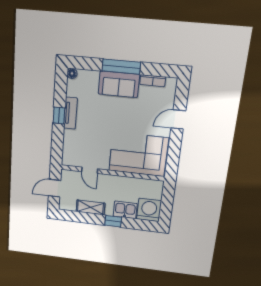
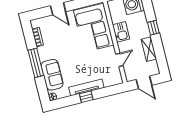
sofa: (119, 84) -> (52, 75), moved
tv unit: (70, 113) -> (86, 87), width x1.41
kitchen sink: (125, 210) -> (121, 32), moved, turned 180

